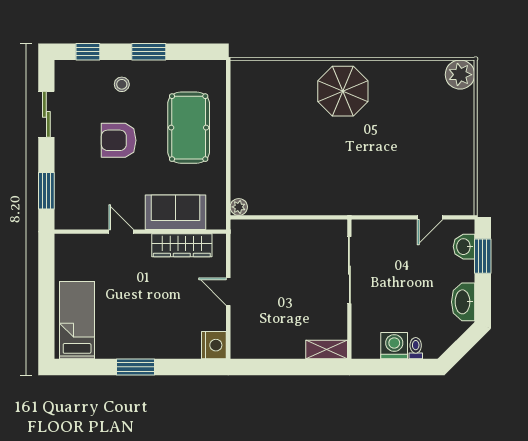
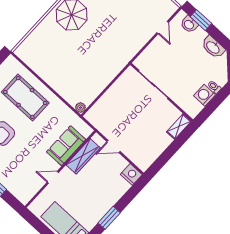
sofa: (176, 212) -> (66, 146), moved
door: (121, 232) -> (53, 177), moved
wall: (140, 232) -> (60, 169), moved
wardrobe: (182, 245) -> (83, 156), moved

